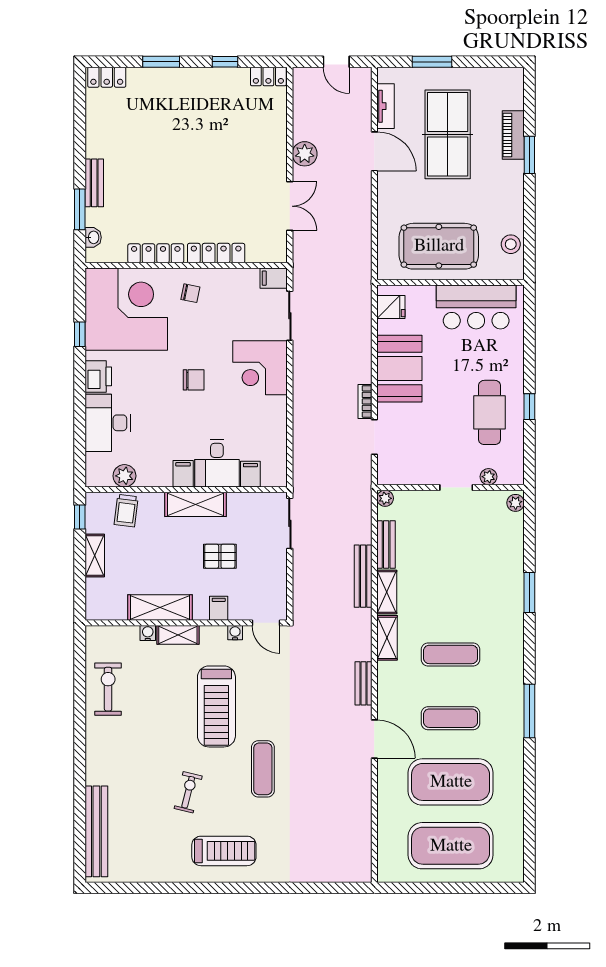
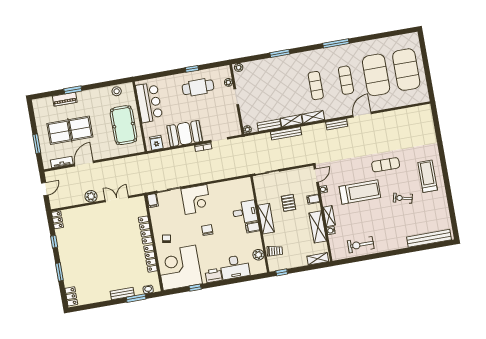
filing cabinet: (250, 474) -> (247, 195), removed
shelving: (95, 556) -> (318, 259), moved

